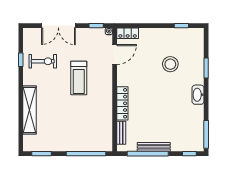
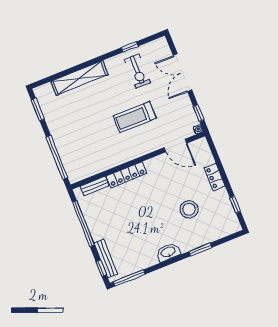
locker: (128, 33) -> (215, 177), moved
bench: (154, 147) -> (106, 258), moved

